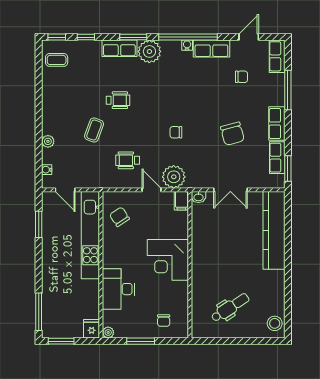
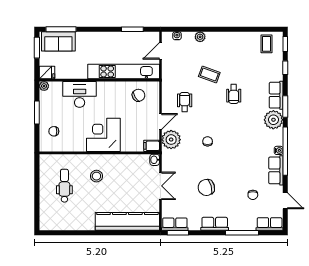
row of seats: (277, 158) -> (175, 224), moved
double door: (230, 190) -> (160, 186), swing flipped
dental chair: (230, 308) -> (64, 186), turned -147
sofa: (53, 315) -> (58, 41), added
stool: (275, 323) -> (96, 176), moved

